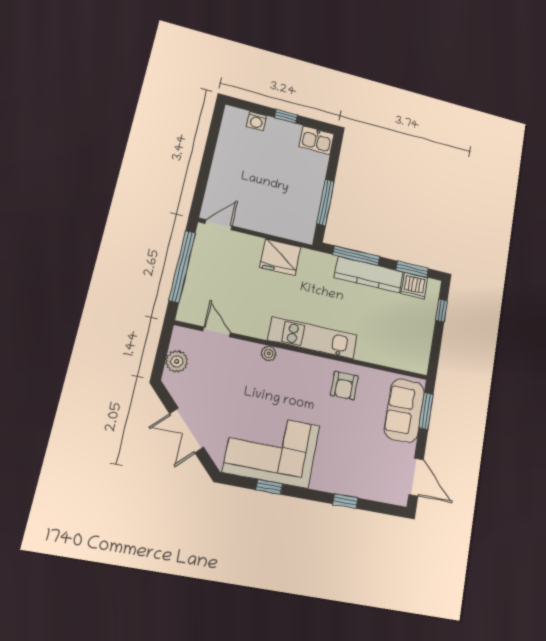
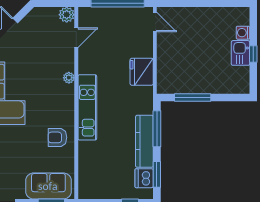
kitchen sink: (317, 140) -> (241, 53), moved
plant: (177, 361) -> (67, 15), moved

